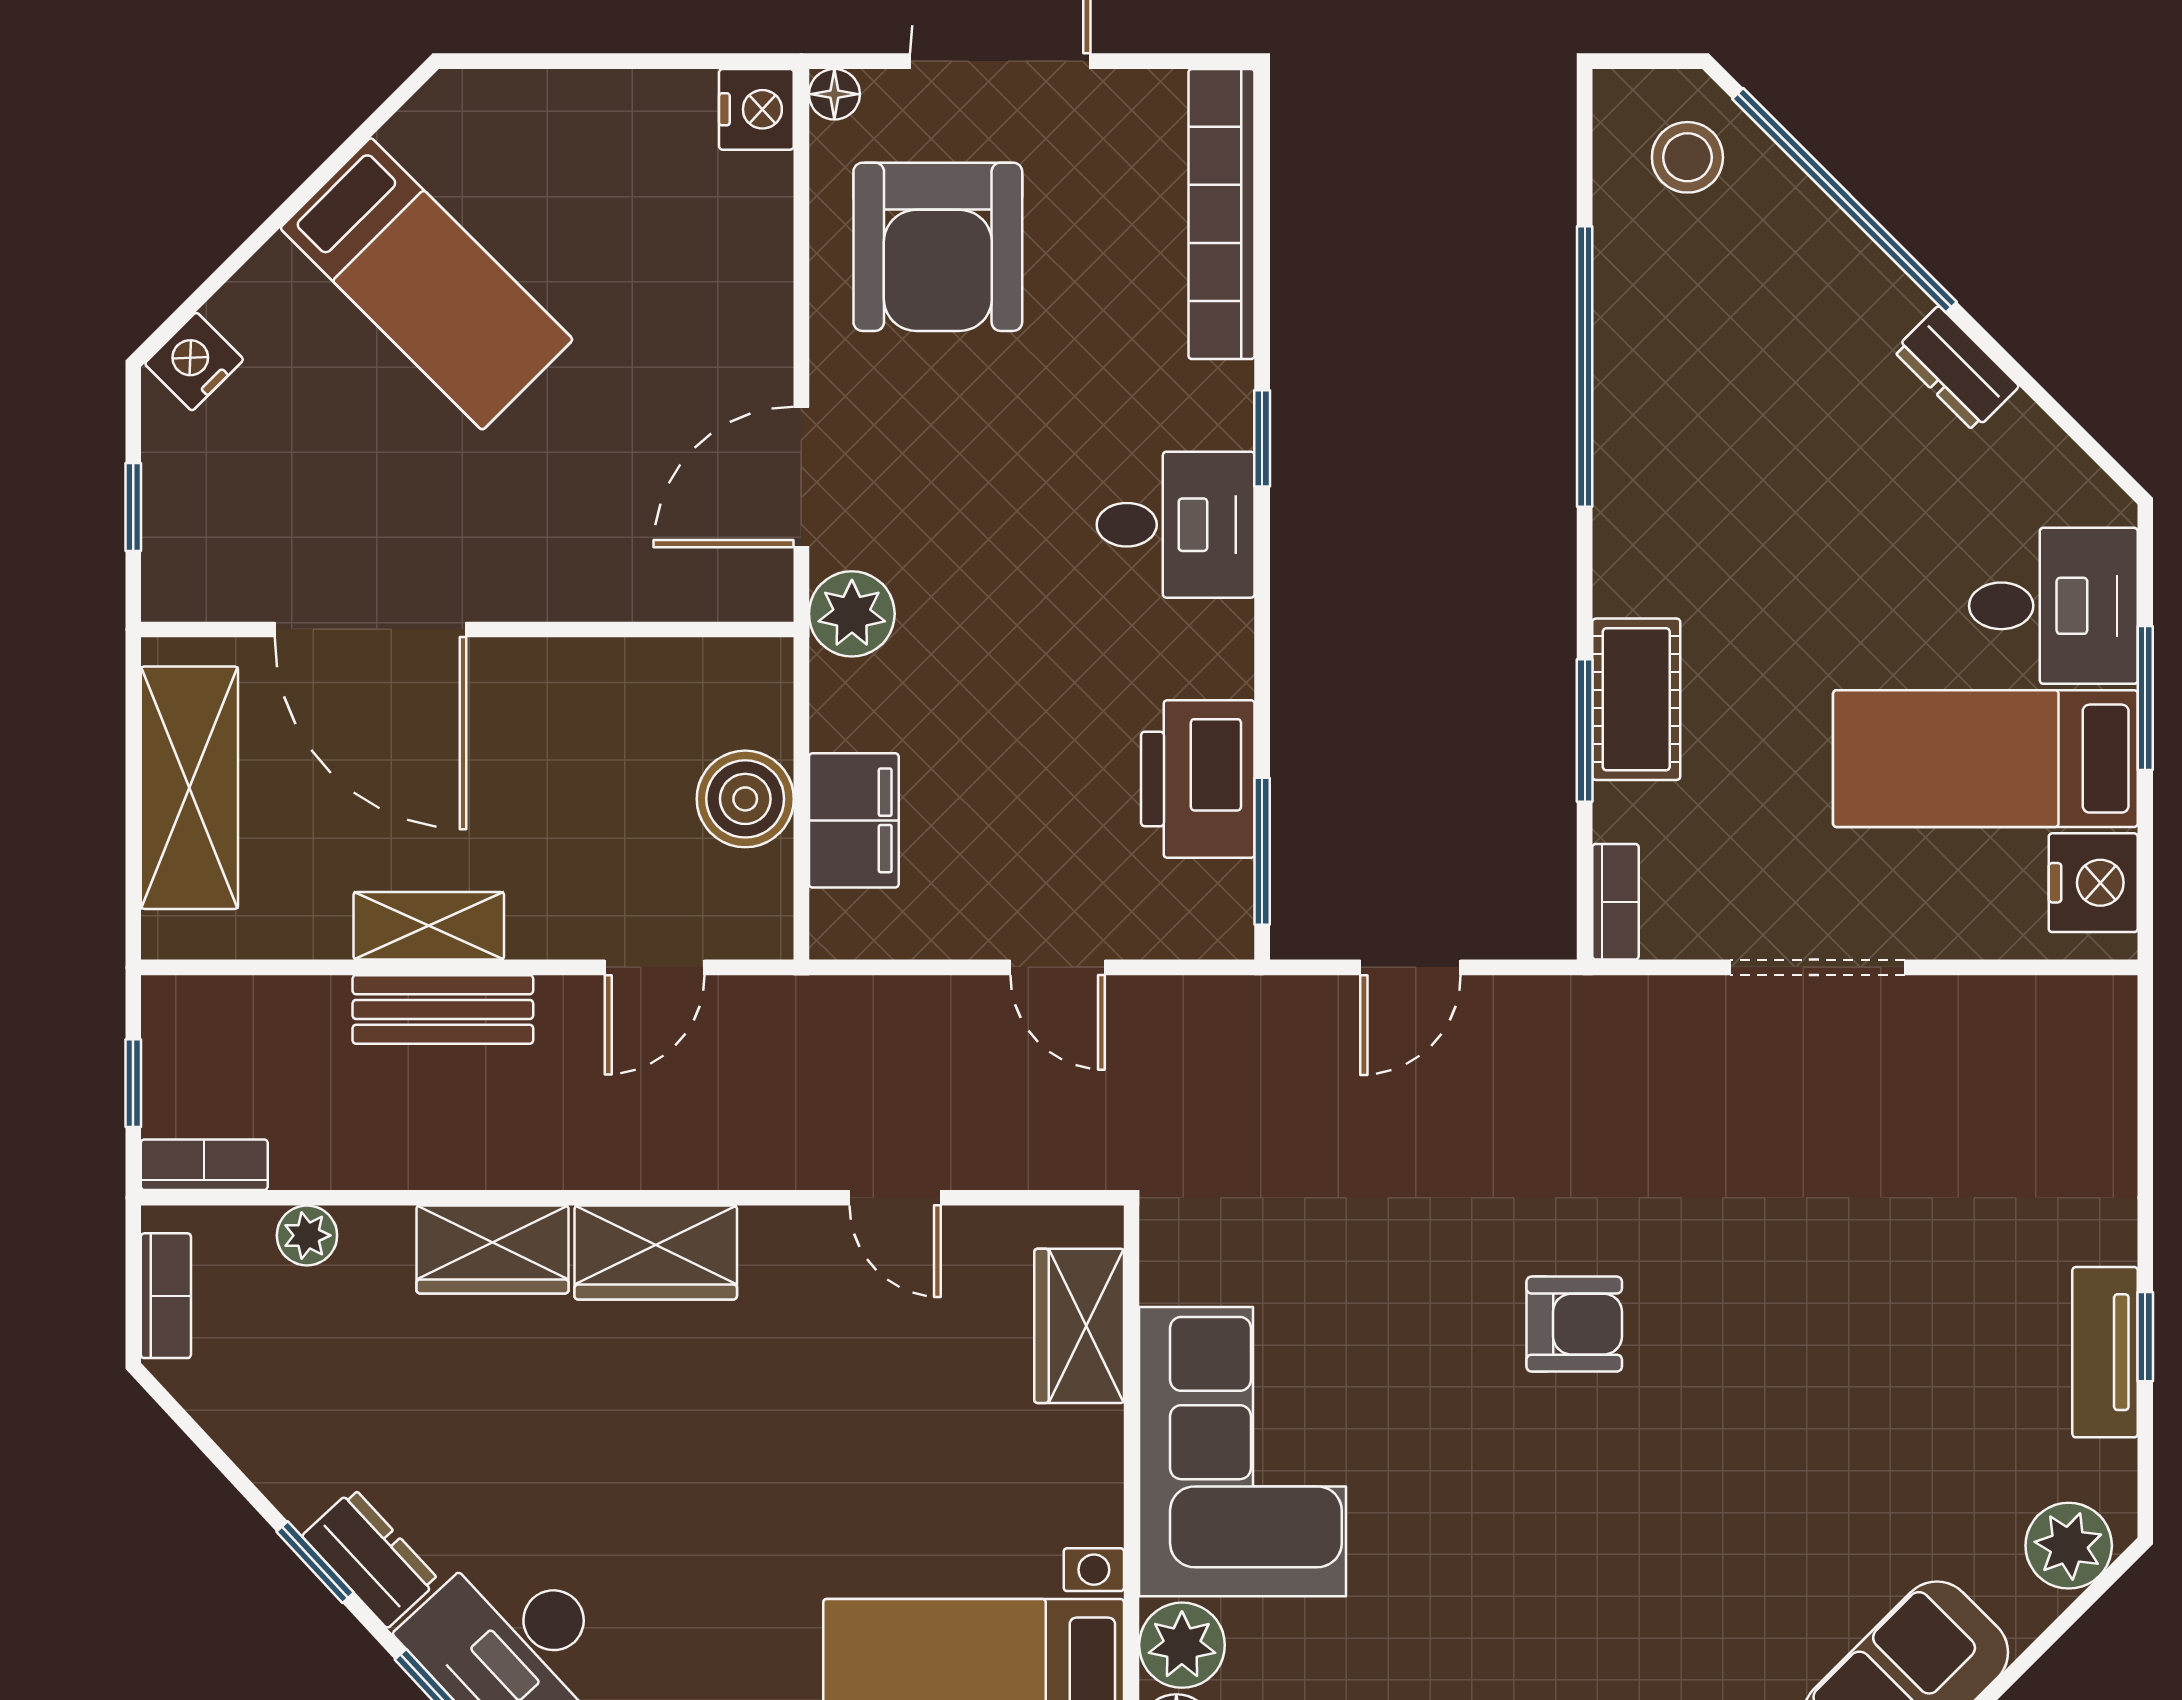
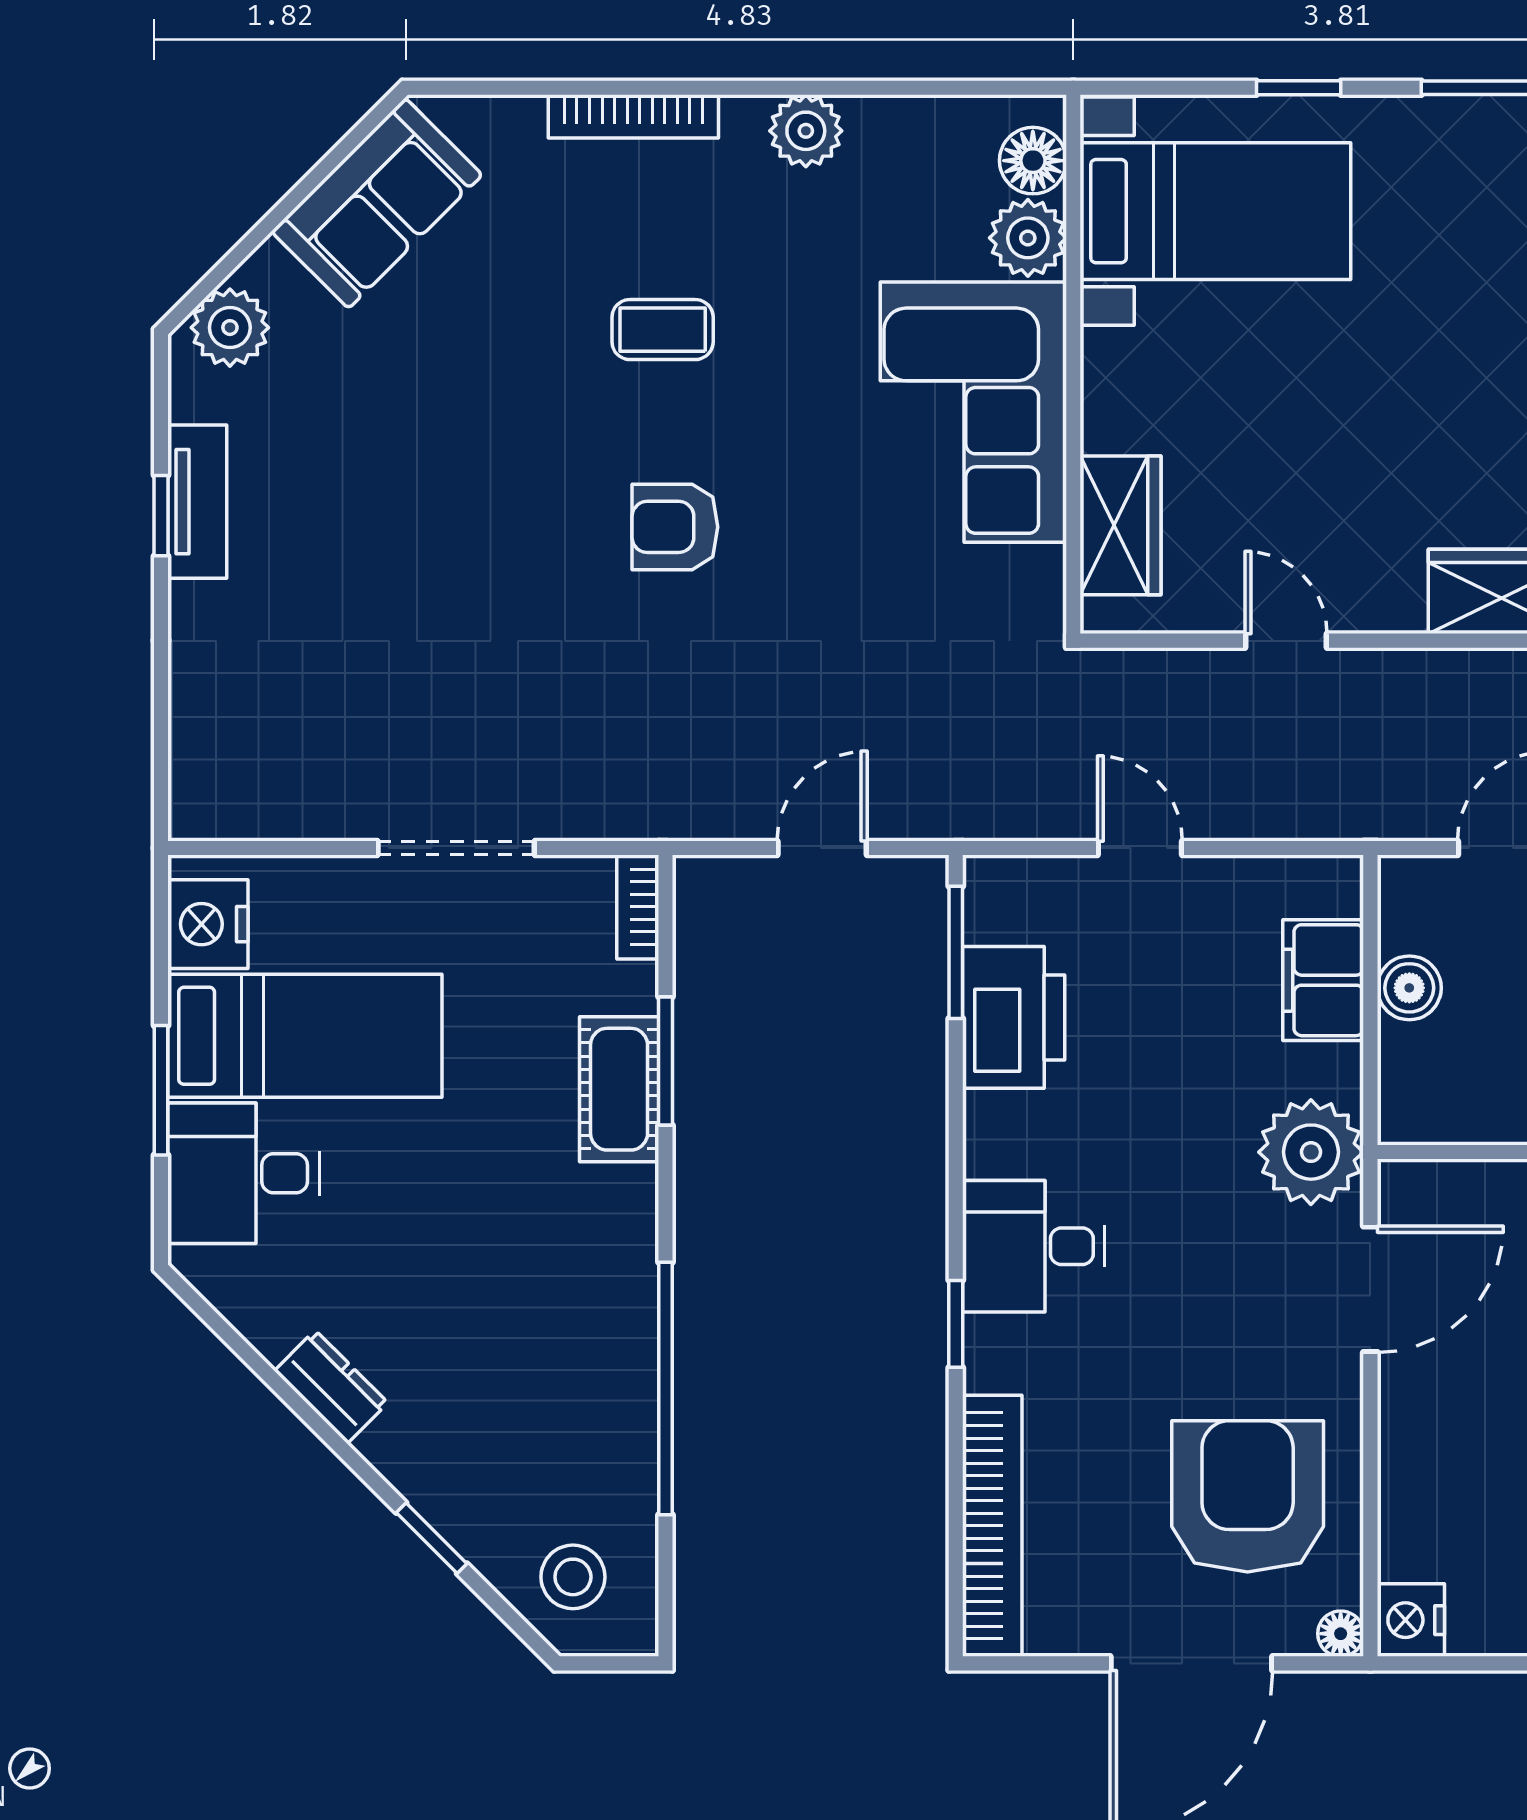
window: (1845, 200) -> (432, 1538), width x0.32
plant: (852, 614) -> (1311, 1152), width x1.36, depth x1.36
boiler: (745, 799) -> (1409, 988), width x0.73, depth x0.73
coffee table: (1588, 1543) -> (663, 330), added

